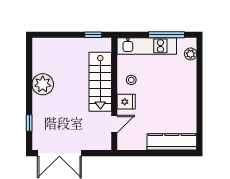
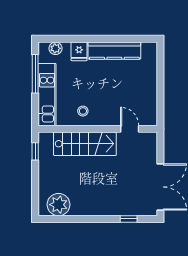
plant: (43, 84) -> (59, 205), moved
fridge: (126, 102) -> (79, 51), moved, turned 180
kitchen counter: (172, 142) -> (114, 51), moved, turned -90

